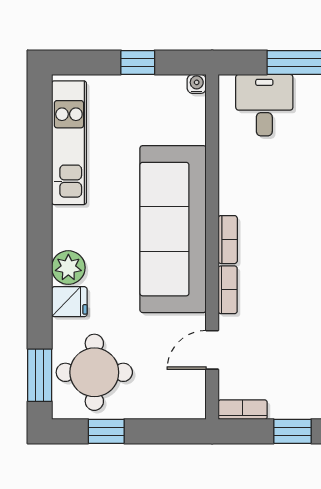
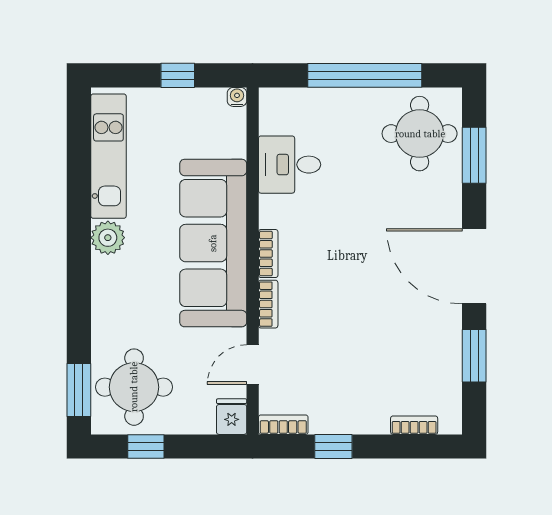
desk: (264, 105) -> (290, 165), moved, turned -90
plant: (68, 268) -> (108, 238), moved
fridge: (69, 302) -> (232, 417), moved, turned -90

